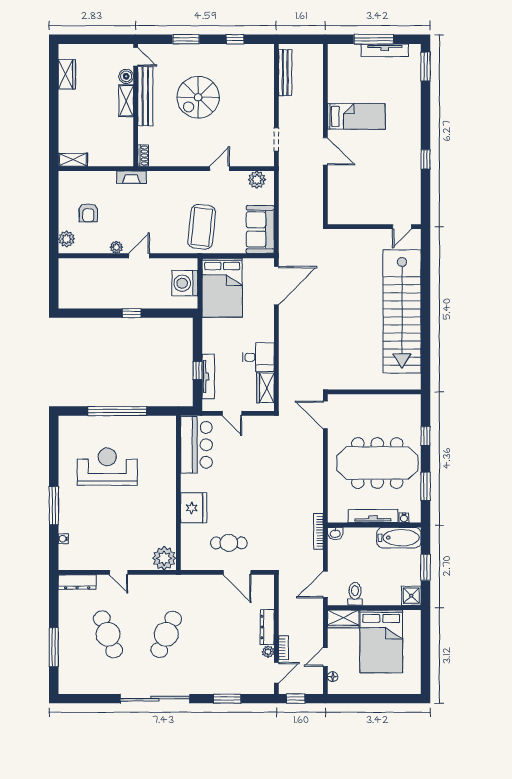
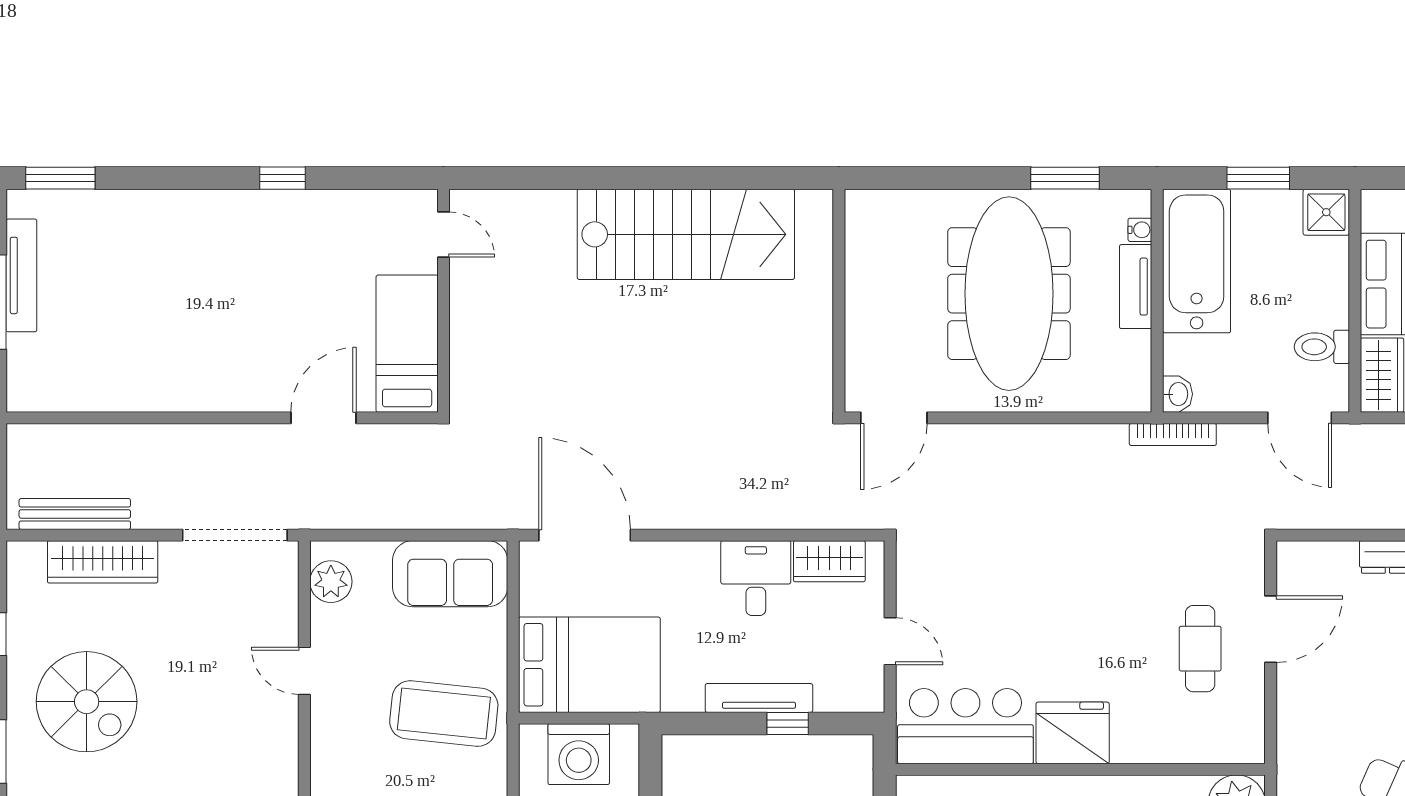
wardrobe: (265, 84) -> (103, 562), added
spiral stairs: (198, 97) -> (87, 702), moved
bed: (356, 116) -> (407, 344), moved
doorway: (276, 139) -> (235, 535), width x1.87
door: (325, 151) -> (324, 418), moved
stairs: (402, 312) -> (686, 234), width x0.73
tv unit: (208, 377) -> (759, 698), moved
door: (232, 413) -> (890, 641), hinge flipped
window: (426, 436) -> (944, 178), removed
fridge: (194, 508) -> (1073, 733), moved
tv unit: (373, 516) -> (1136, 287), width x0.71
bathtub: (399, 538) -> (1197, 261), width x1.36, depth x1.36

